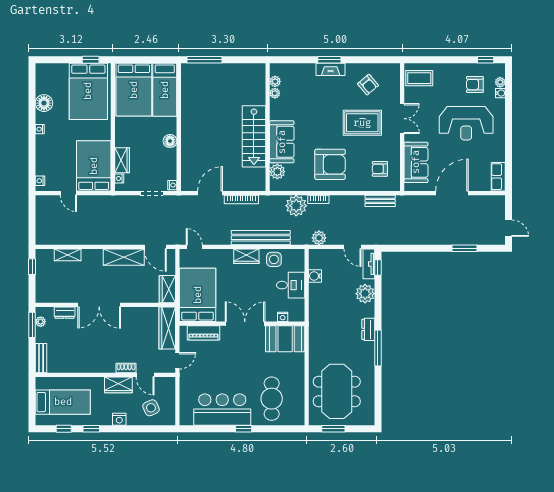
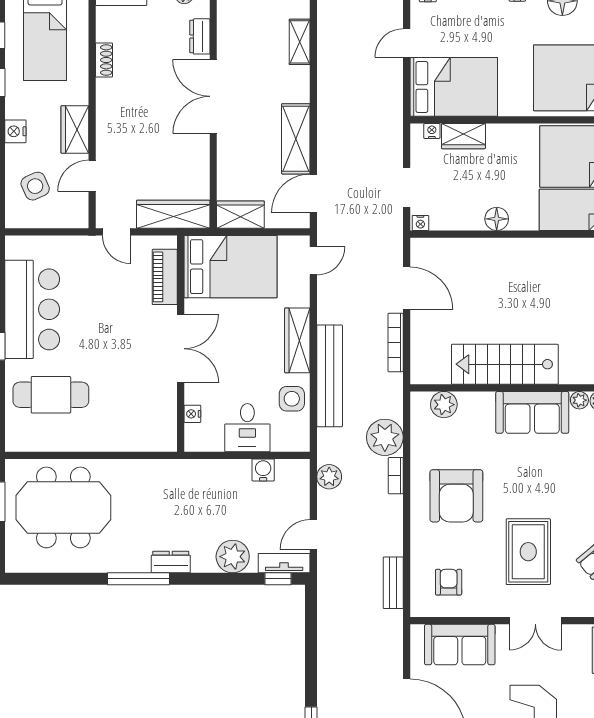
sofa: (282, 142) -> (532, 412), moved
wardrobe: (246, 256) -> (297, 340), width x1.50
booth: (285, 339) -> (155, 418), removed
shoe rack: (126, 368) -> (104, 60), moved

